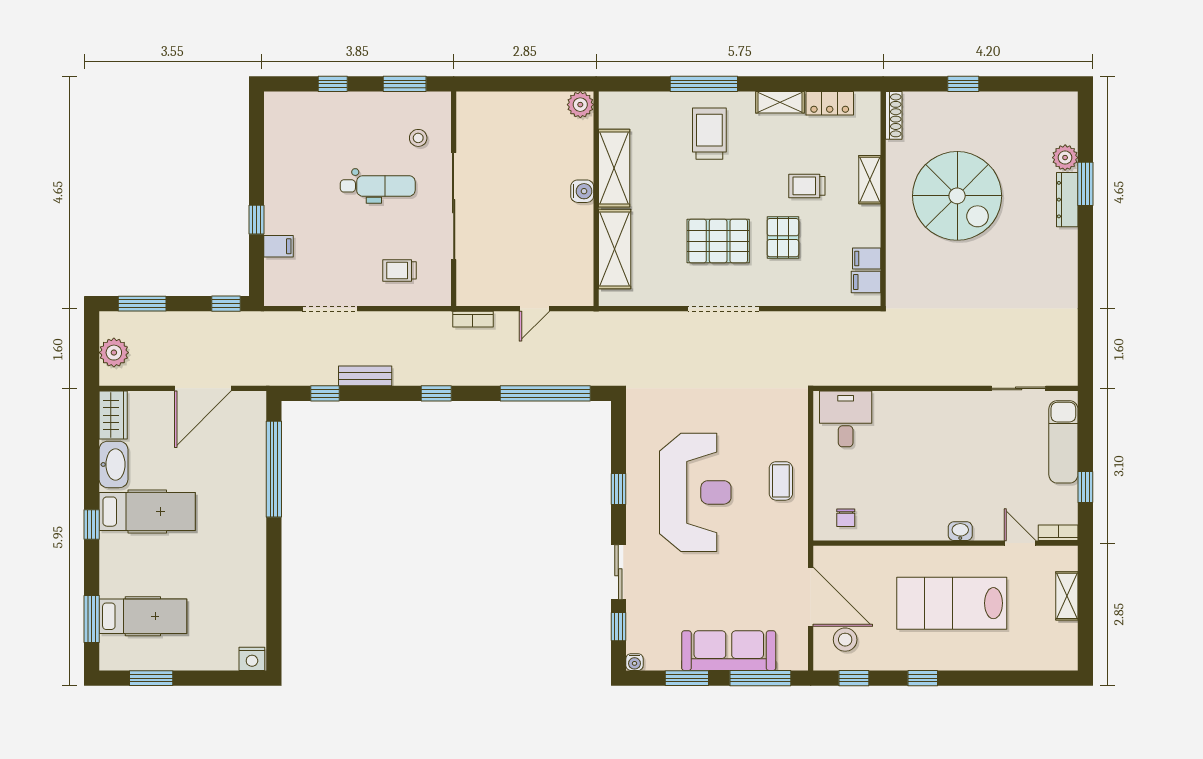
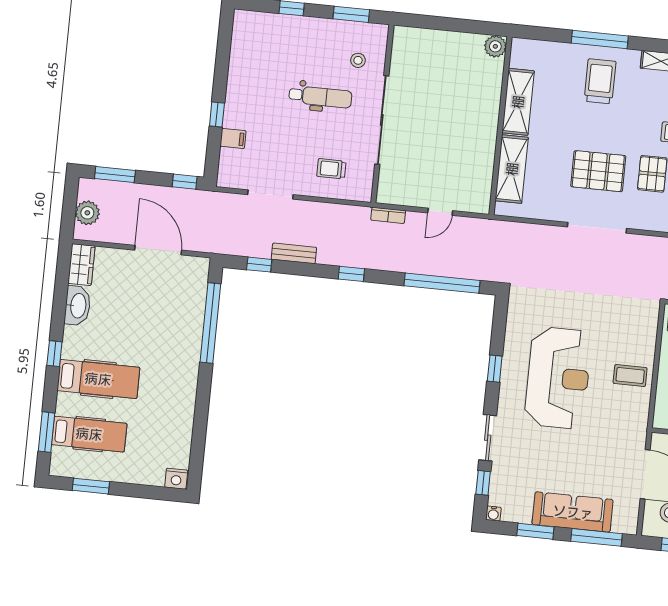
water cooler: (582, 191) -> (490, 118), removed
door: (203, 388) -> (158, 250), swing flipped
coffee table: (781, 481) -> (630, 376), turned 90
hospital bed: (147, 512) -> (98, 379), moved

